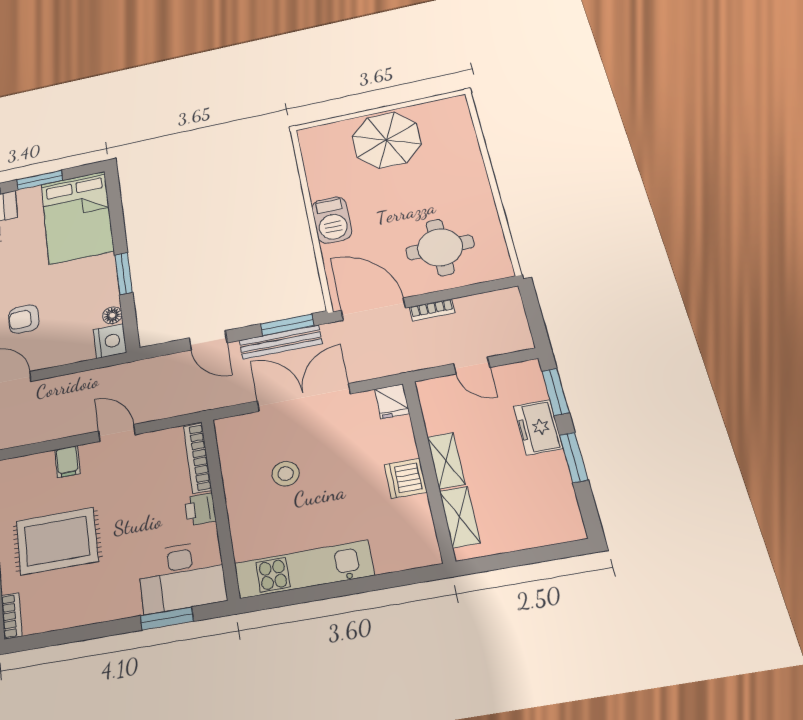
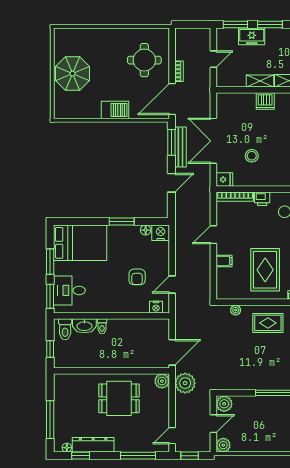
fridge: (392, 401) -> (224, 179), moved

